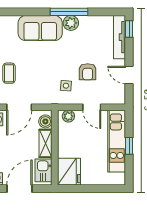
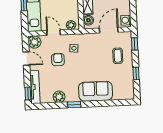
window: (69, 12) -> (74, 105), width x0.46
plant: (71, 23) -> (59, 97), moved
plant: (117, 96) -> (35, 42), added

